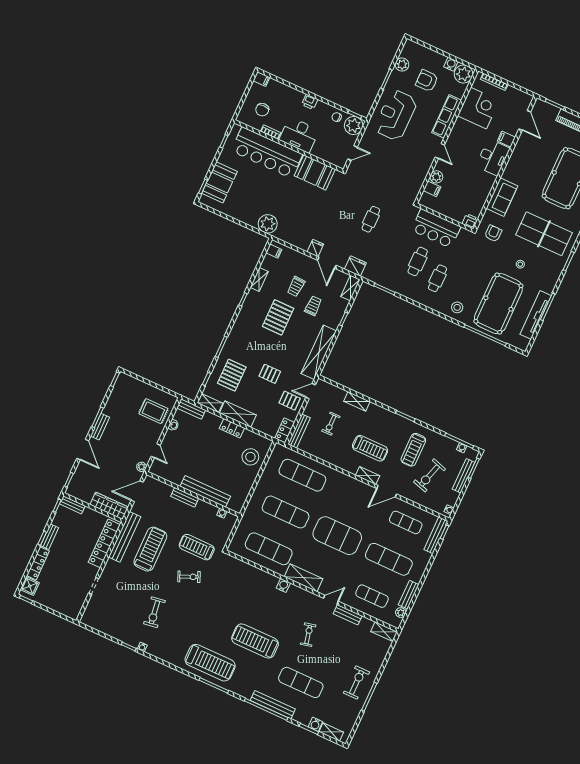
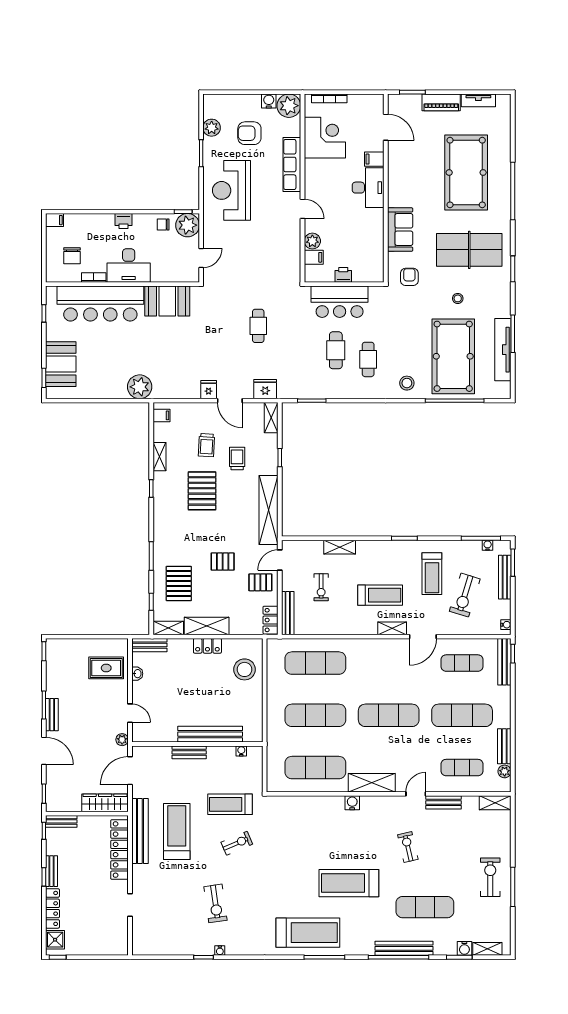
printer: (470, 221) -> (343, 275), moved
exercise mat: (337, 536) -> (389, 715), width x0.68

